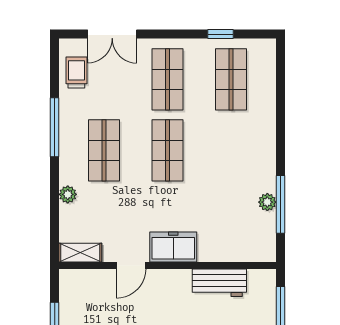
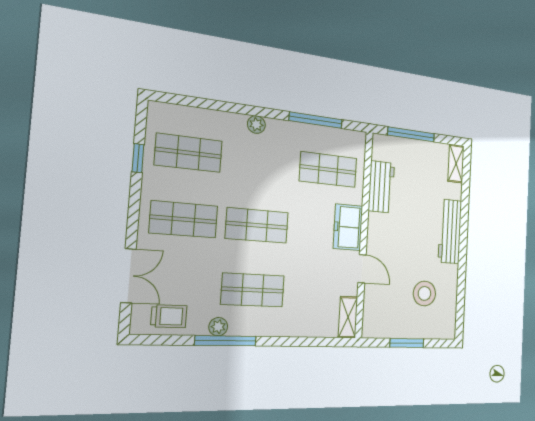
trolley: (76, 73) -> (169, 316), turned 180
plant: (68, 194) -> (218, 327), moved
plant: (267, 202) -> (256, 125), moved
shop shelf: (231, 221) -> (328, 170), added

